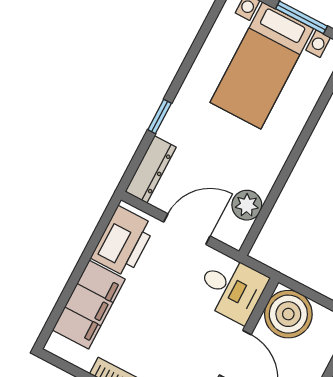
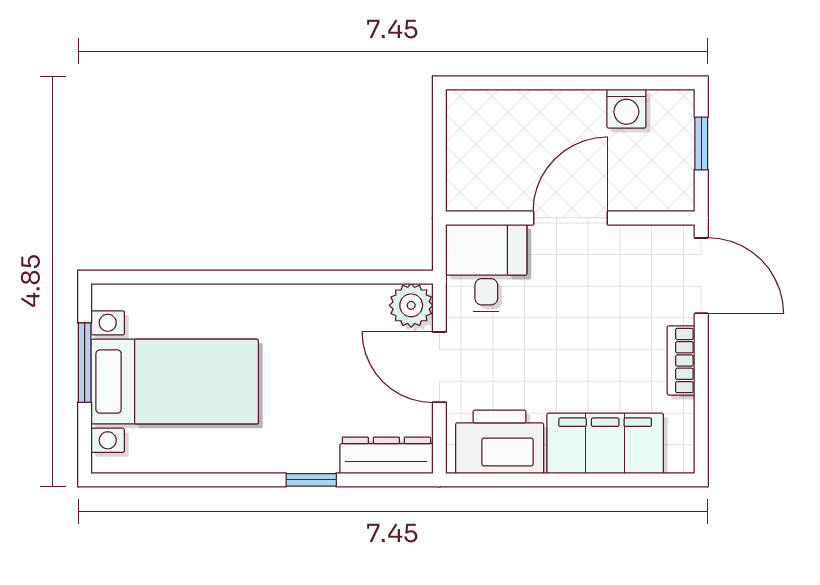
plant: (247, 205) -> (411, 305), moved
boiler: (288, 314) -> (481, 177), removed

